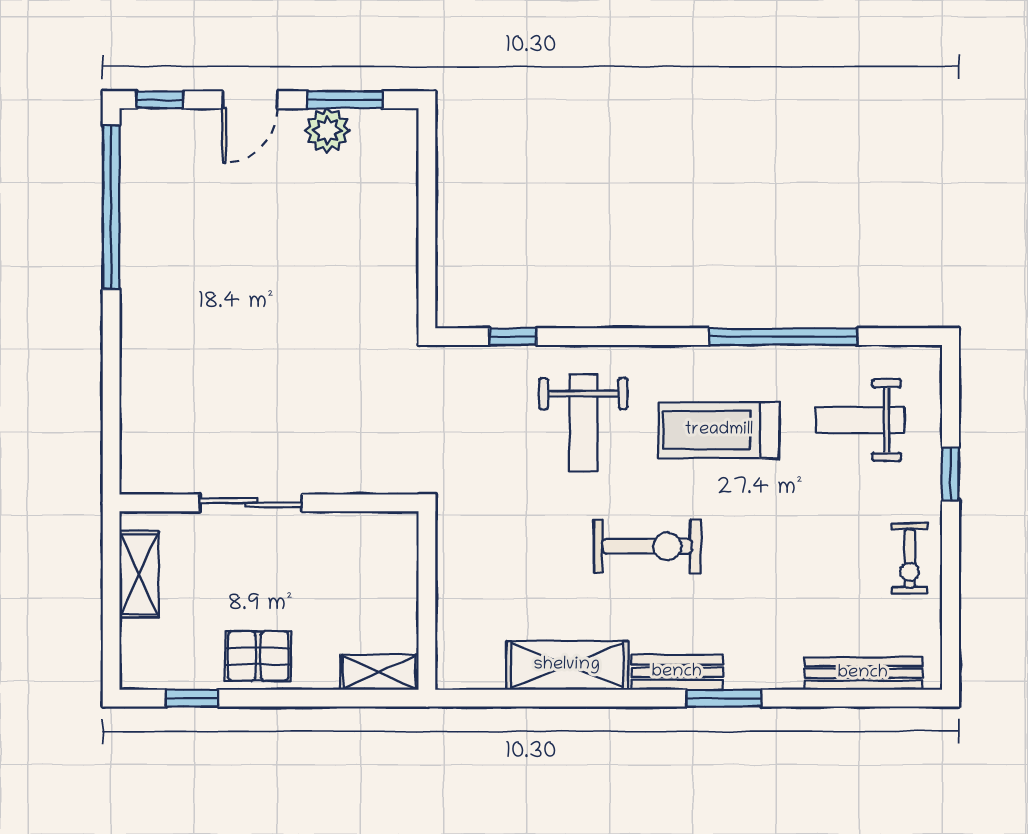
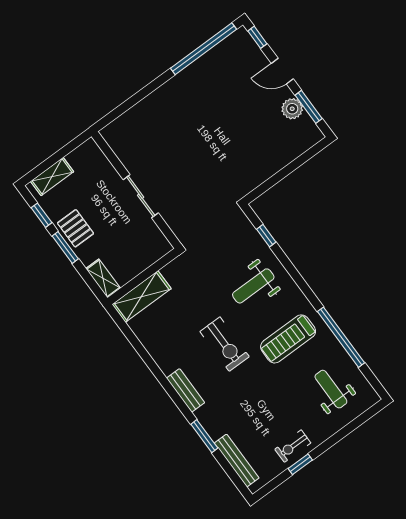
treadmill: (719, 430) -> (288, 339), turned -90
window: (951, 474) -> (300, 464), moved
sliding door: (251, 503) -> (141, 196), moved
shelving: (139, 574) -> (52, 176), moved
shelving: (567, 665) -> (142, 297), moved, turned 90
window: (278, 698) -> (65, 247), added
window: (724, 698) -> (204, 436), moved

